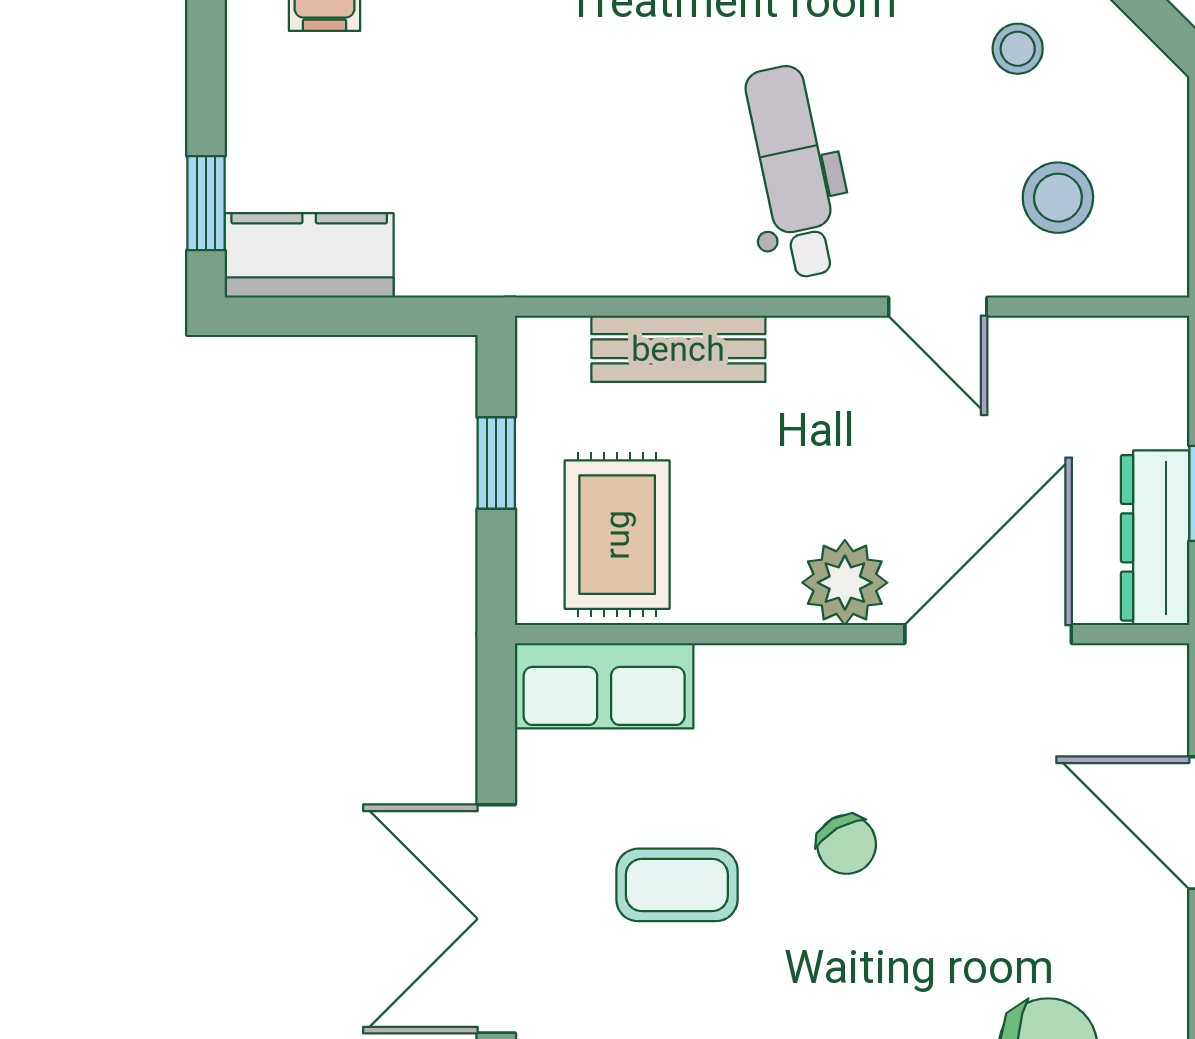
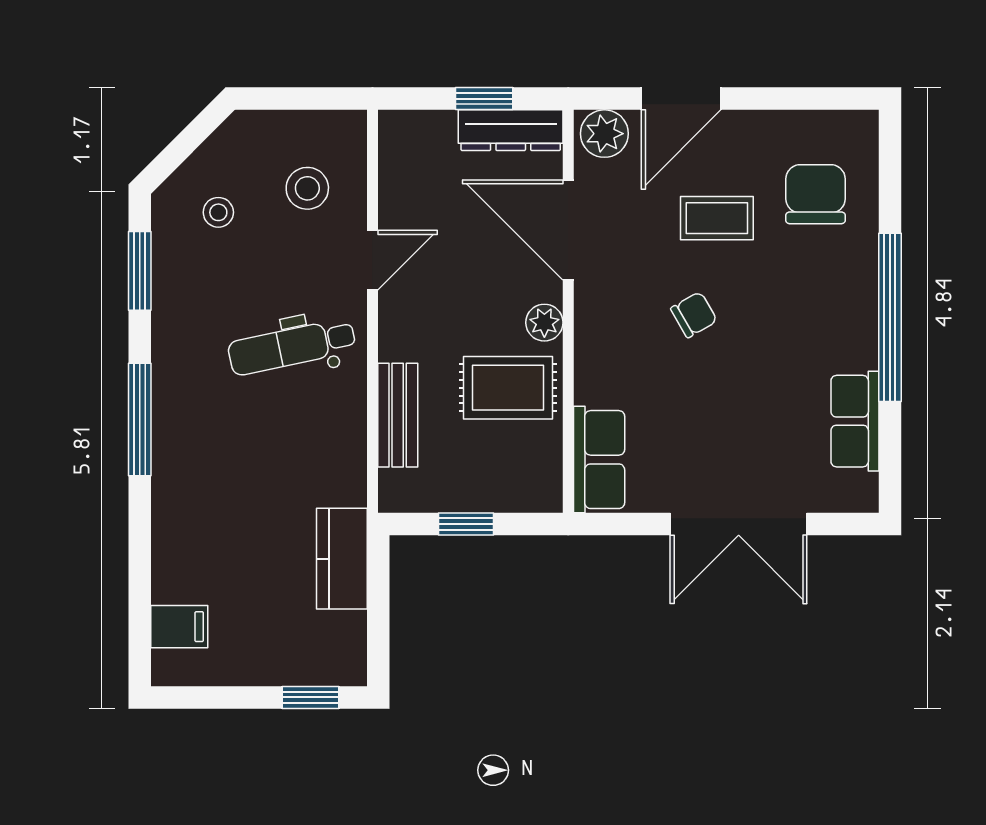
kitchen counter: (309, 255) -> (342, 559), moved
rug: (617, 535) -> (508, 388), moved
plant: (845, 583) -> (544, 323), width x0.73, depth x0.73
plant: (1149, 695) -> (604, 134), added
coffee table: (677, 885) -> (717, 218), moved, turned 90

